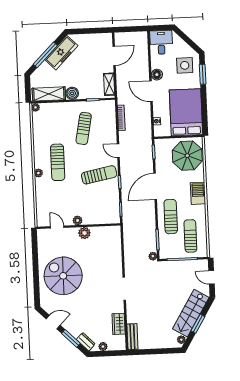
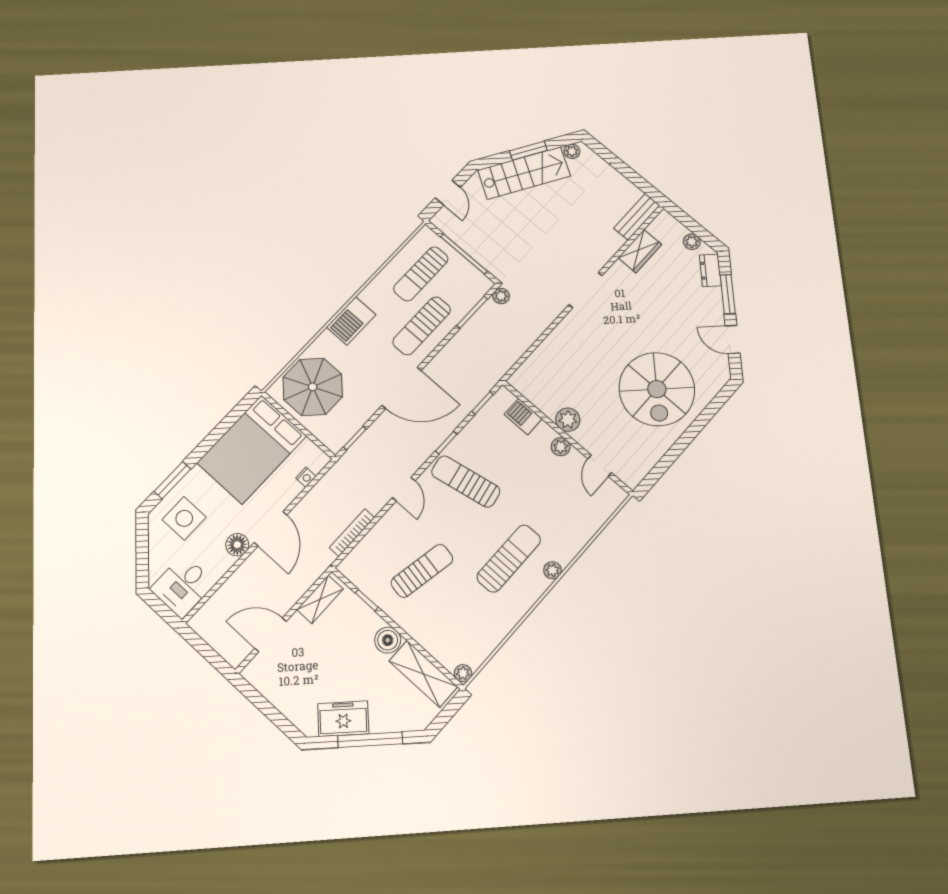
freezer: (61, 53) -> (343, 719), width x0.71
barbecue: (101, 218) -> (523, 417), added

